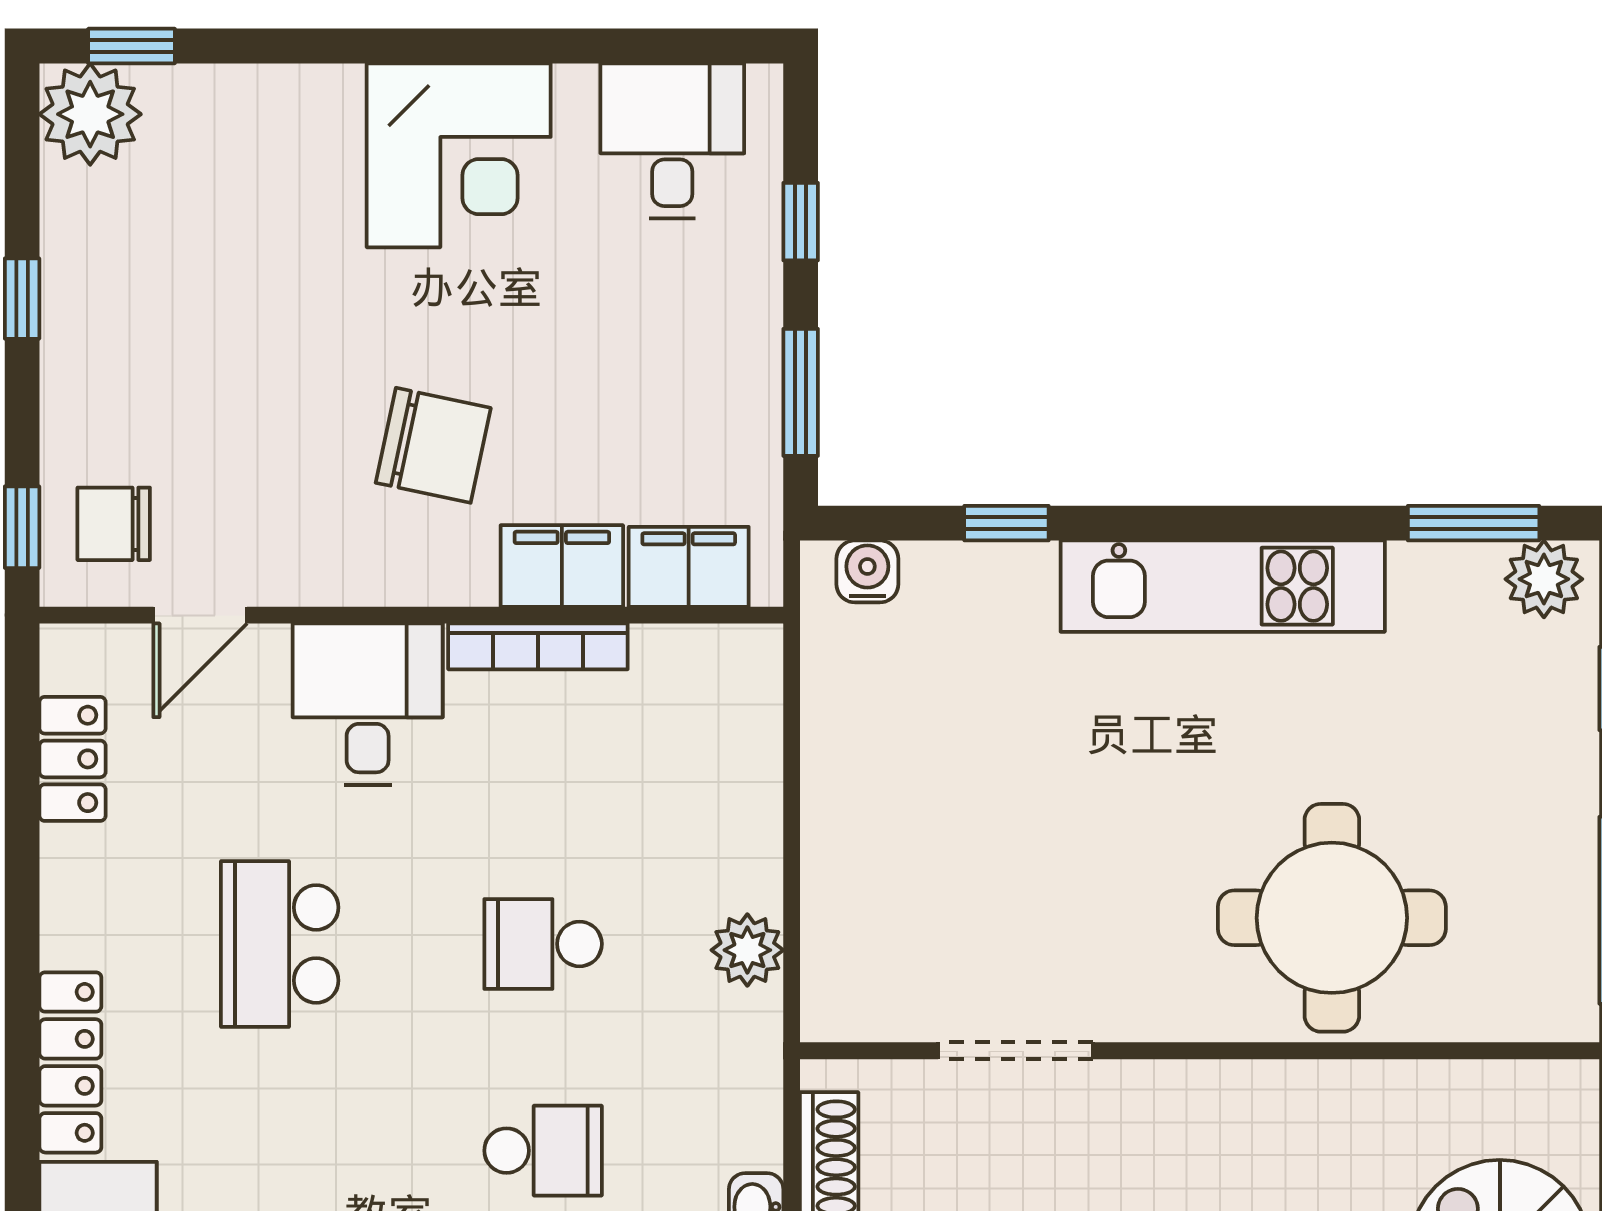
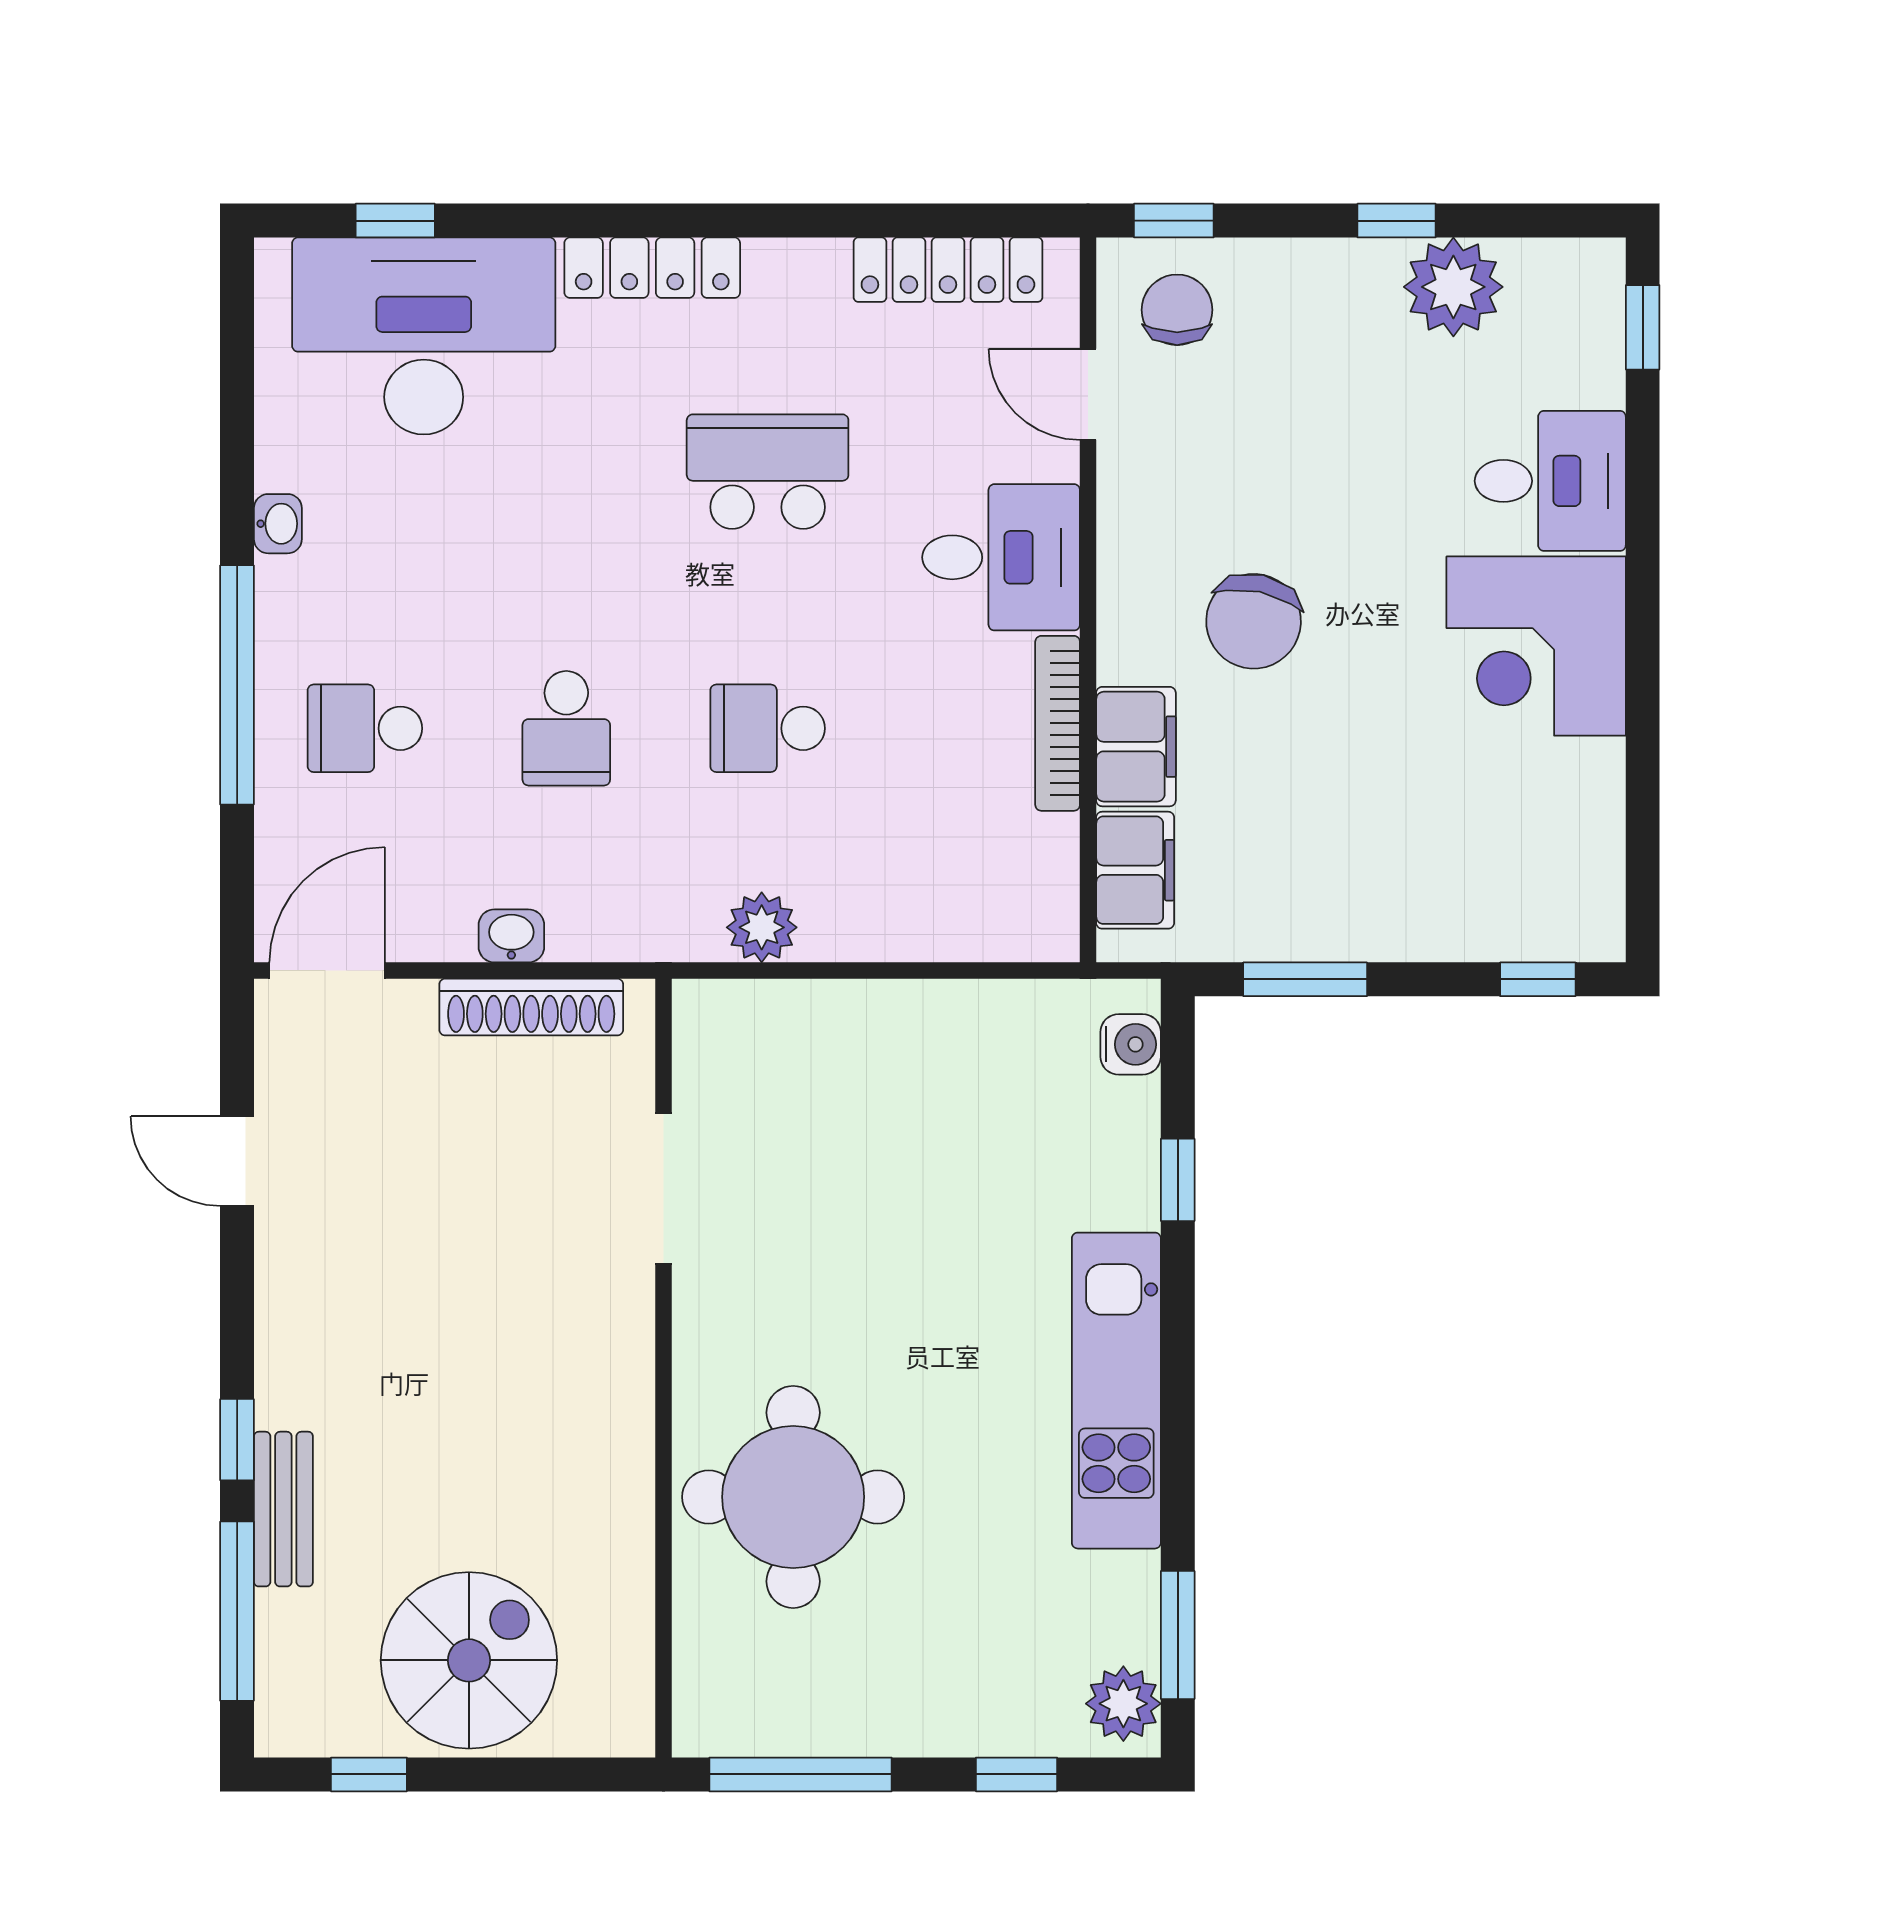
plant: (90, 114) -> (1453, 287), moved
desk: (672, 141) -> (1550, 481), moved
window: (801, 222) -> (1538, 979), moved
locker: (72, 759) -> (948, 270), width x1.53
school desk: (543, 944) -> (768, 728), turned -90

